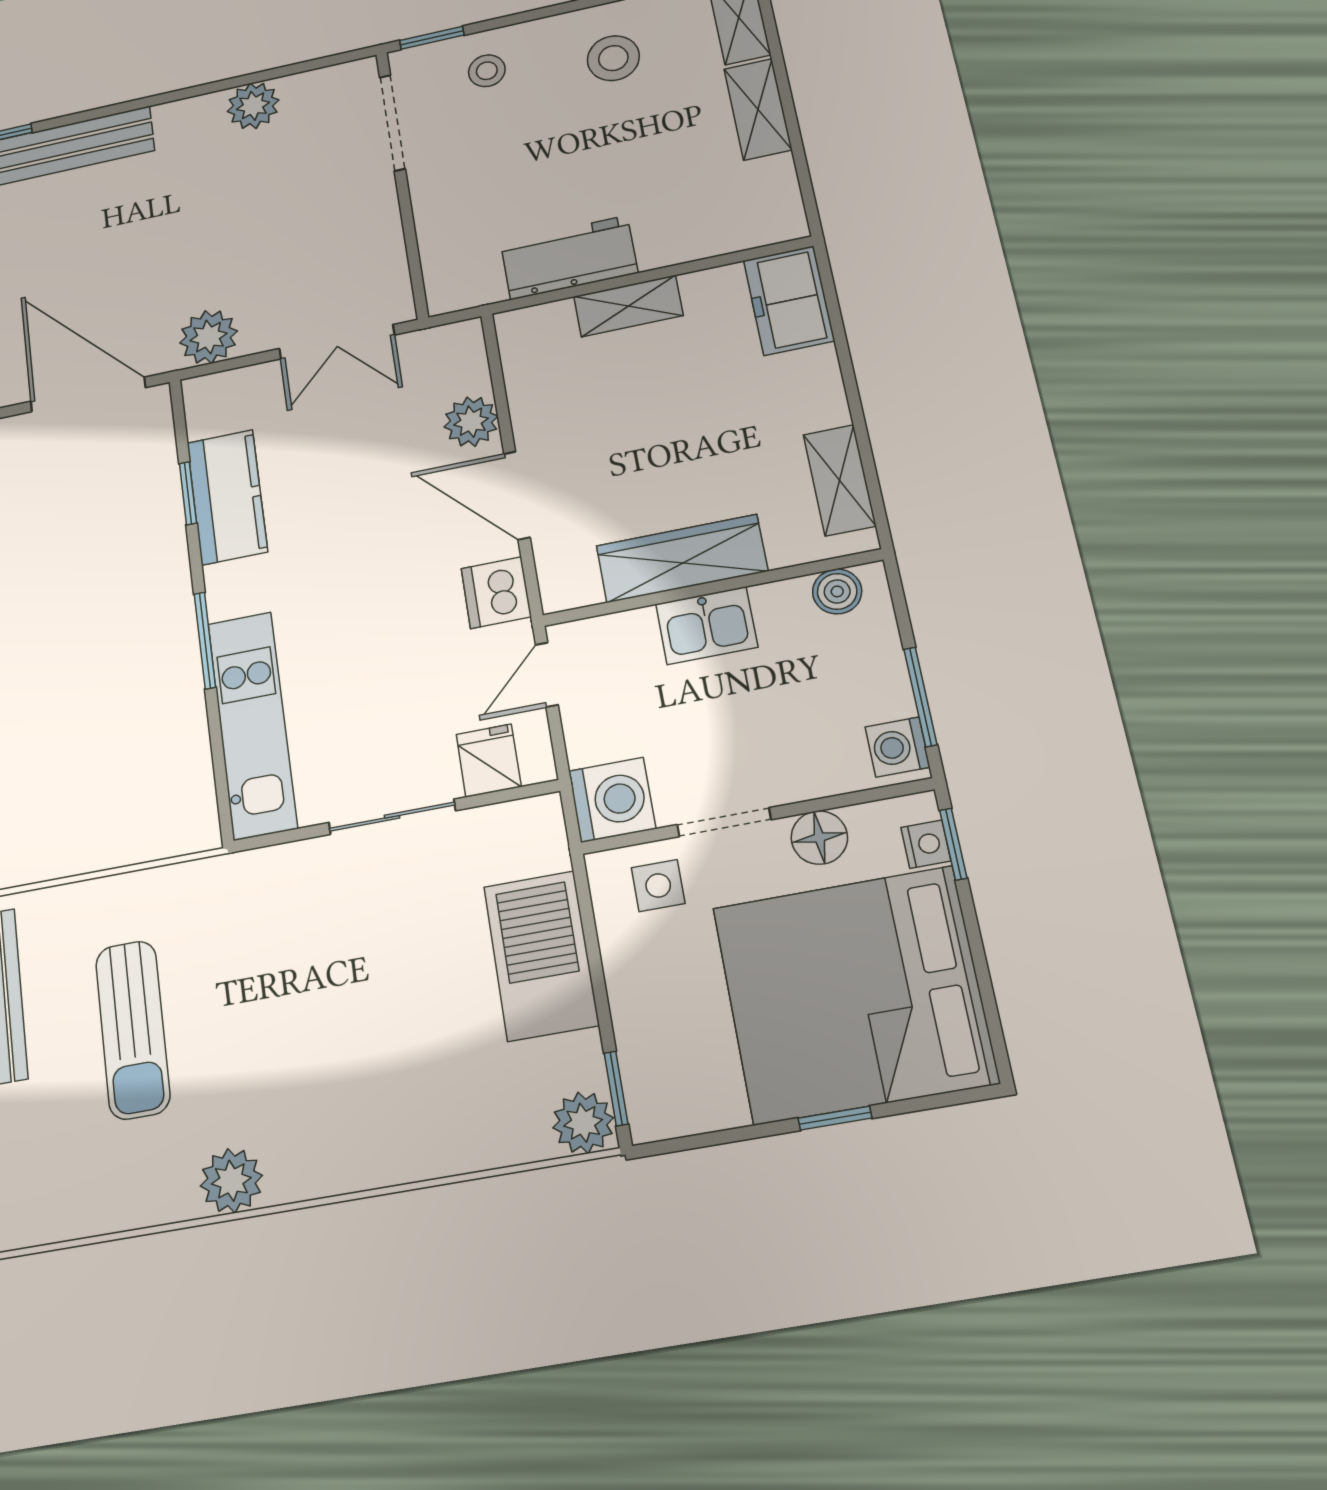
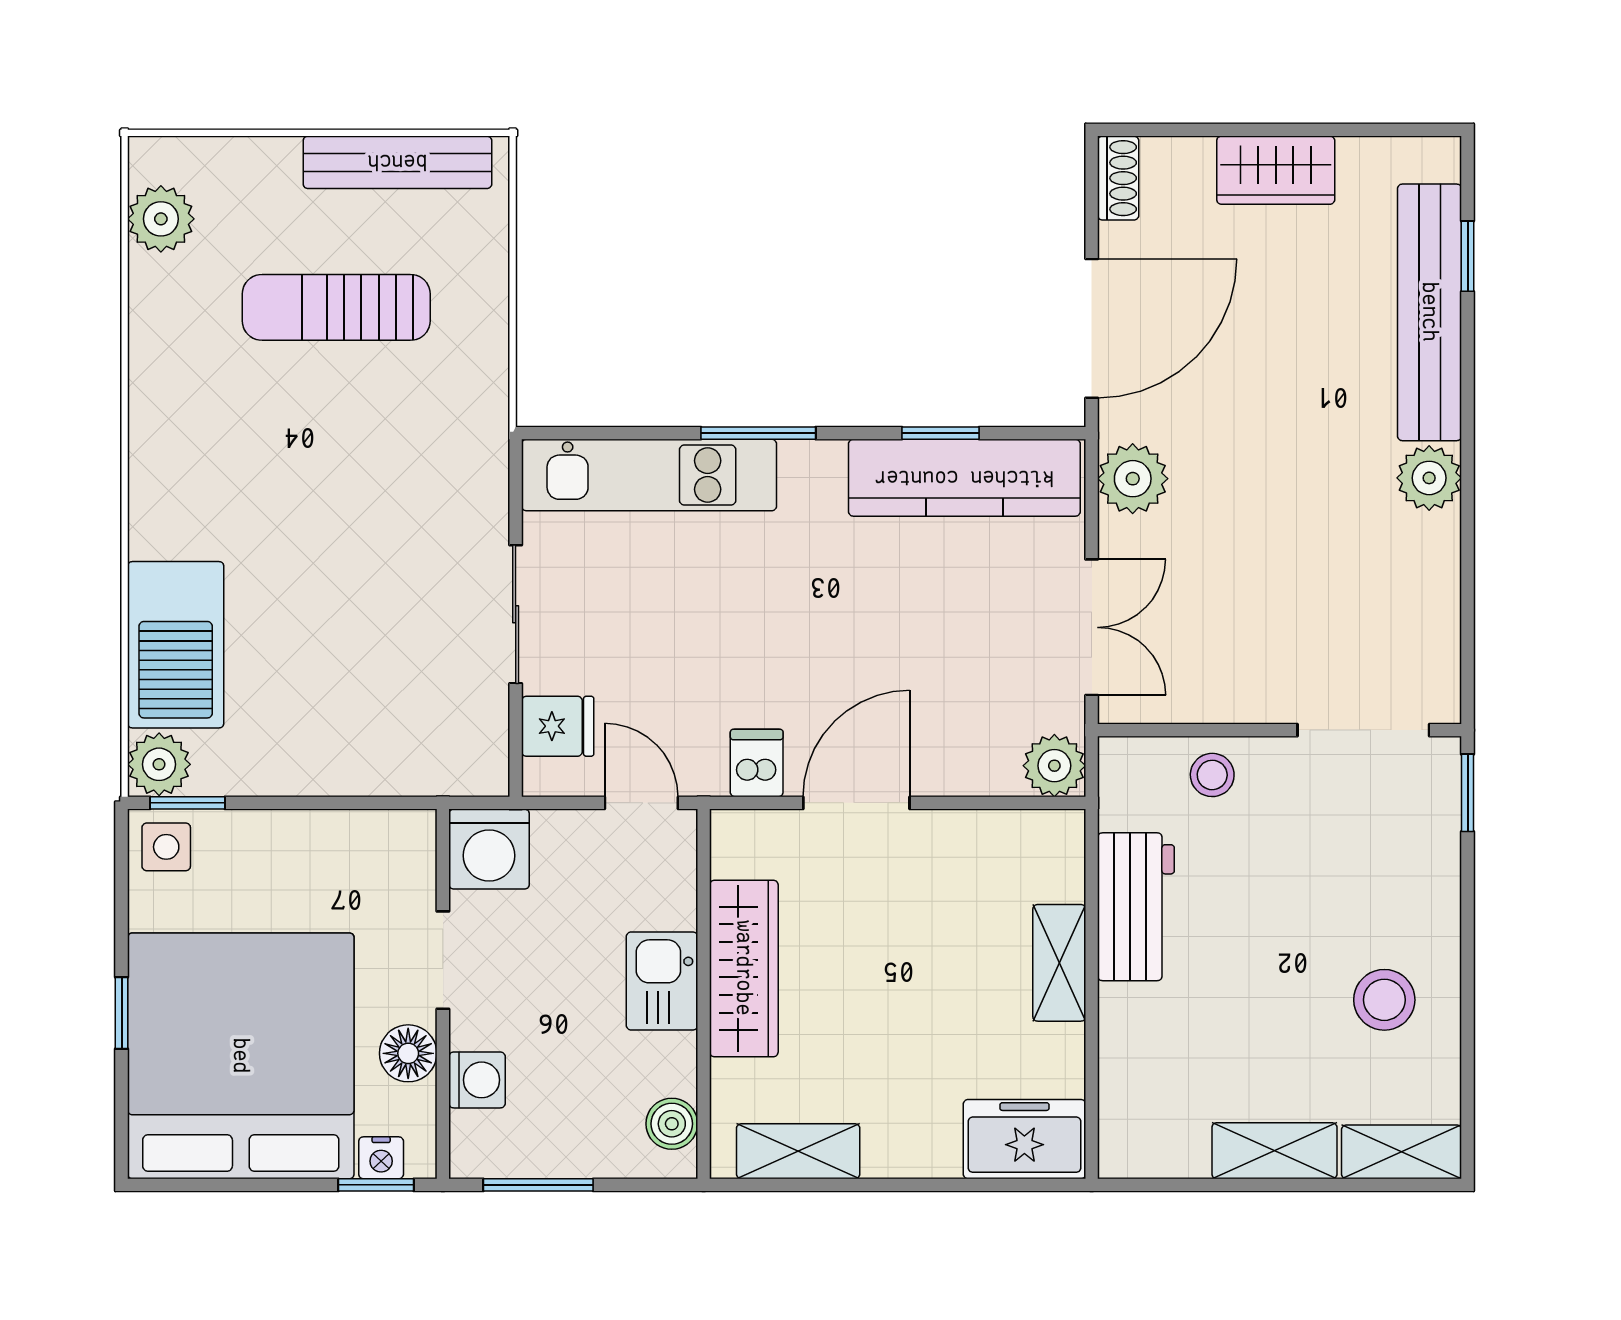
stool: (487, 71) -> (1212, 775), moved
plant: (253, 106) -> (1429, 478), moved
double door: (337, 342) -> (1092, 627), swing flipped
plant: (471, 422) -> (1054, 766), moved
kitchen counter: (227, 497) -> (964, 478), width x1.50
dishwasher: (496, 593) -> (757, 763), width x0.73
washing machine: (897, 747) -> (477, 1080), moved, turned 90
side table: (658, 885) -> (166, 847), moved
barbecue: (541, 956) -> (176, 645), moved, turned 90
plant: (231, 1181) -> (161, 219), moved

